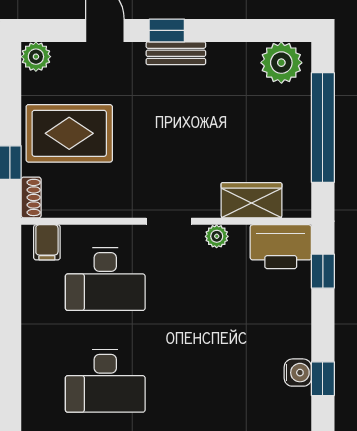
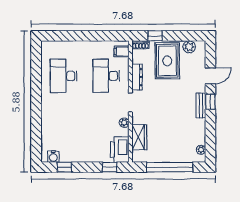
plant: (36, 57) -> (189, 47), moved
plant: (281, 63) -> (201, 150), width x0.53, depth x0.53
dresser: (108, 206) -> (137, 77), added
water cooler: (298, 373) -> (53, 157), moved

